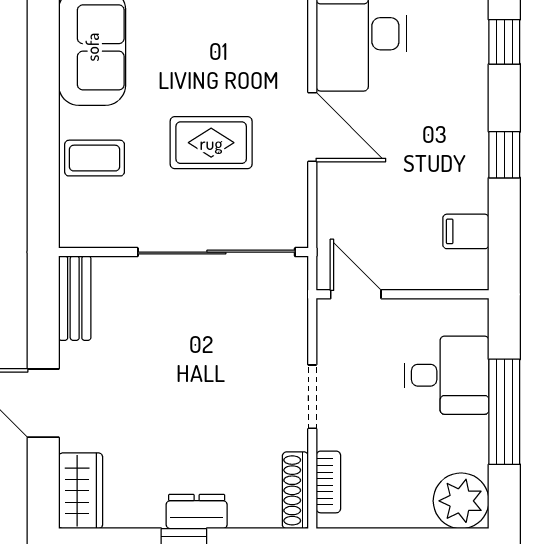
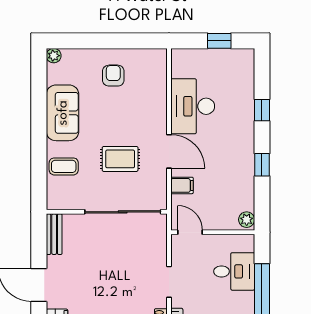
filing cabinet: (466, 231) -> (182, 185), moved, turned 180
plant: (473, 268) -> (247, 220), added

